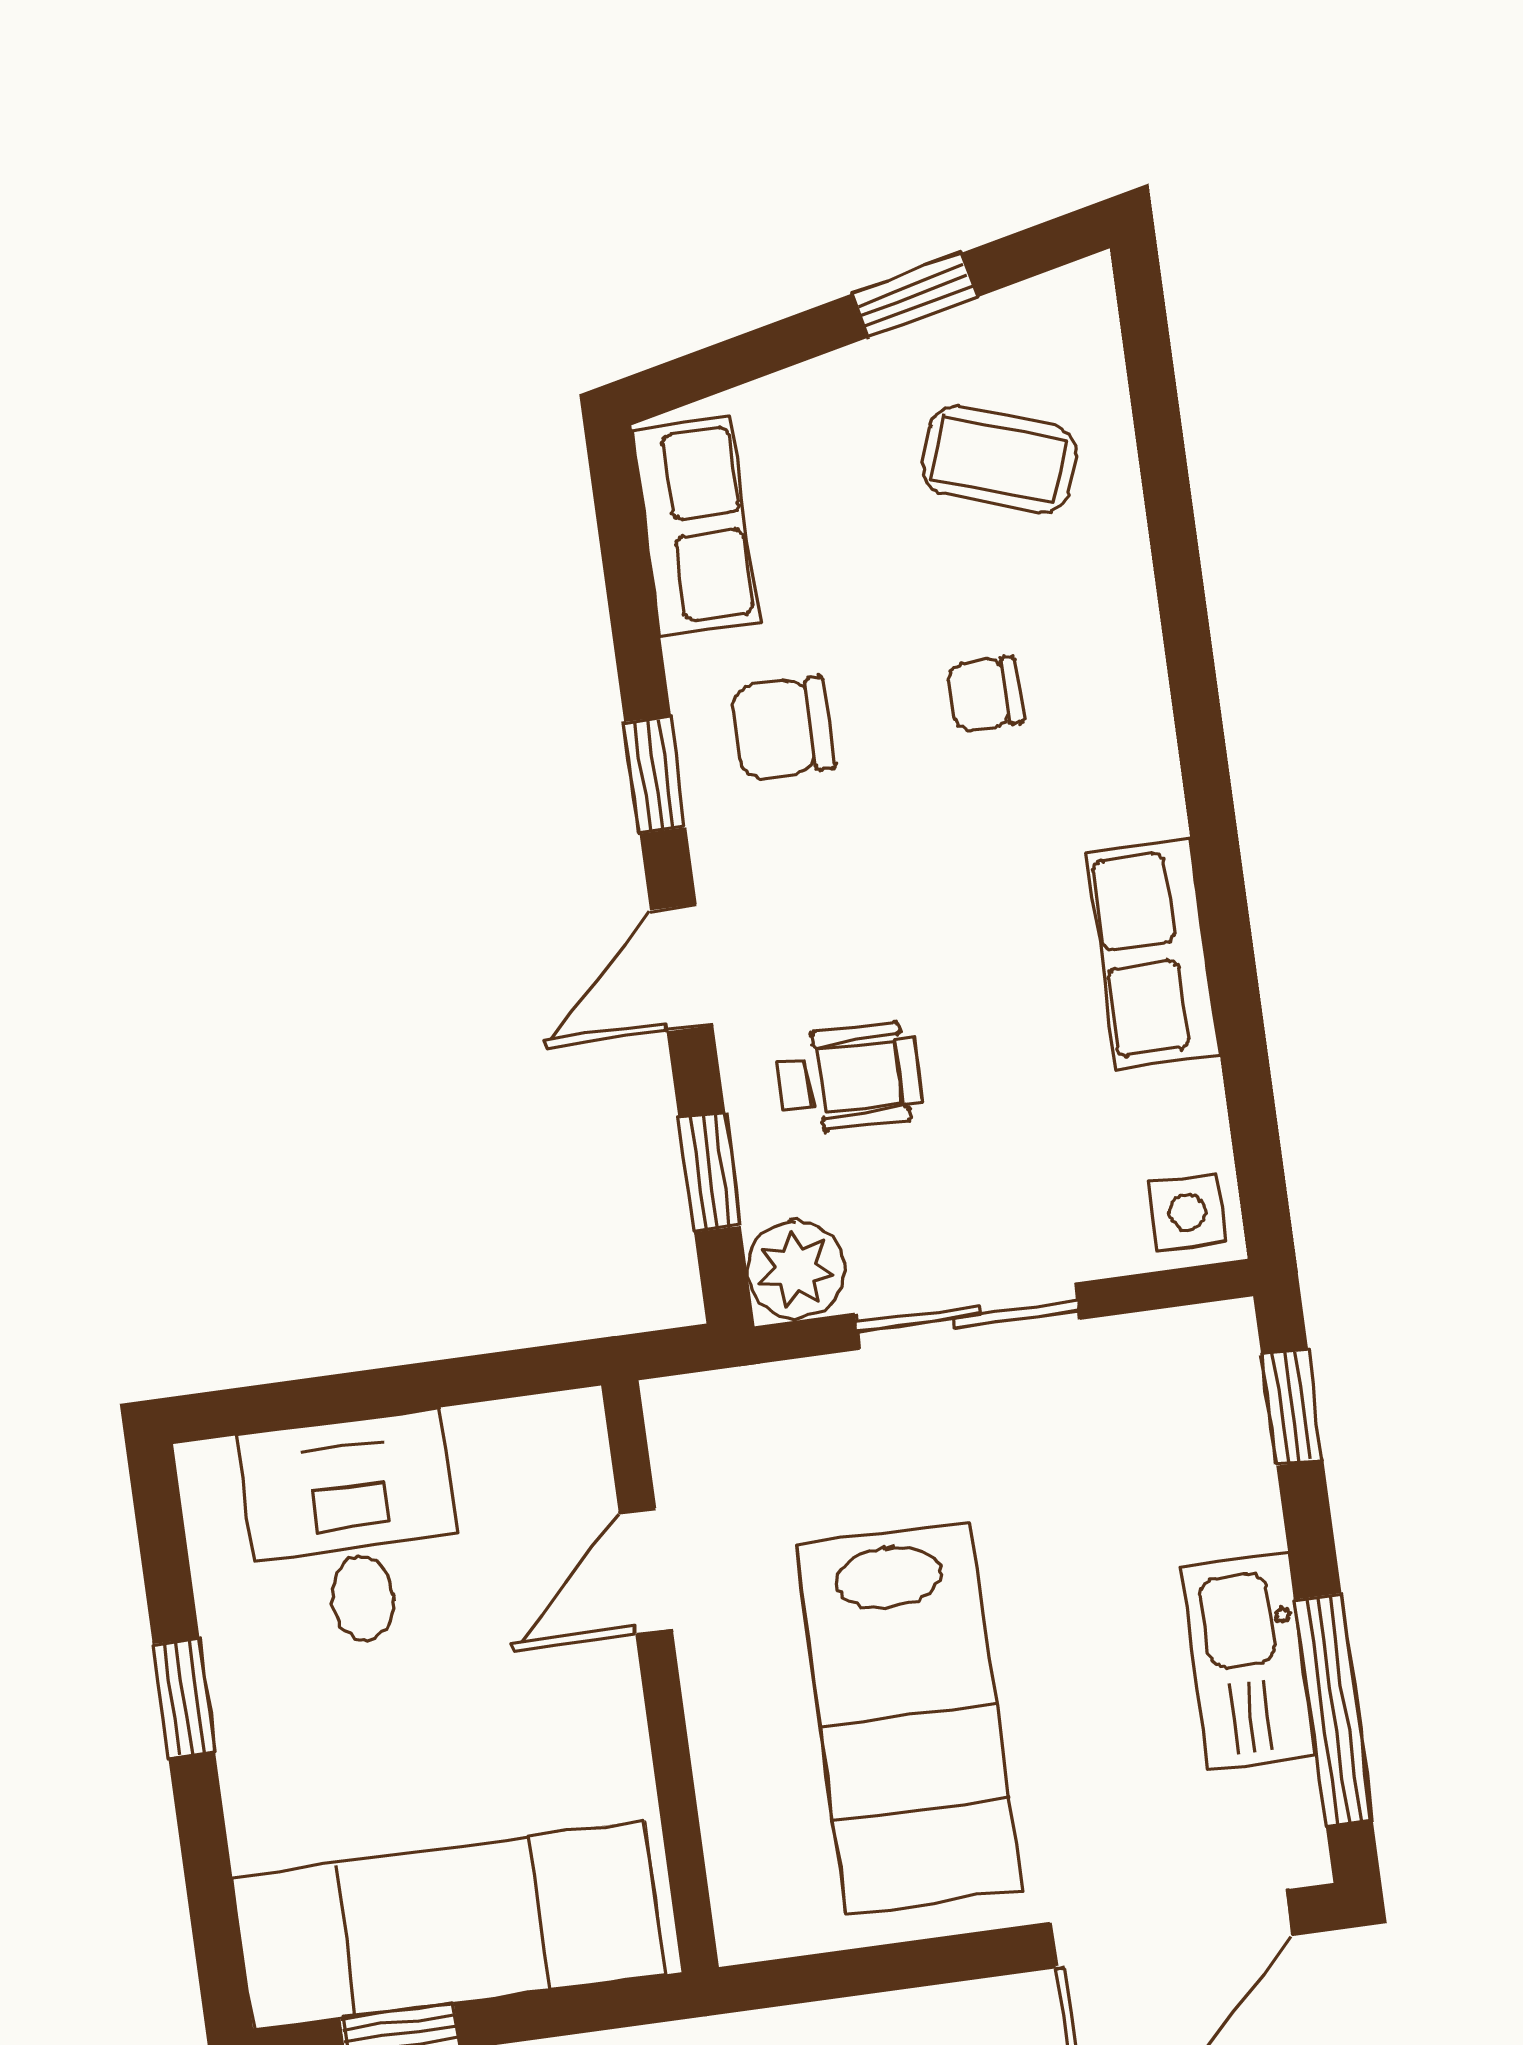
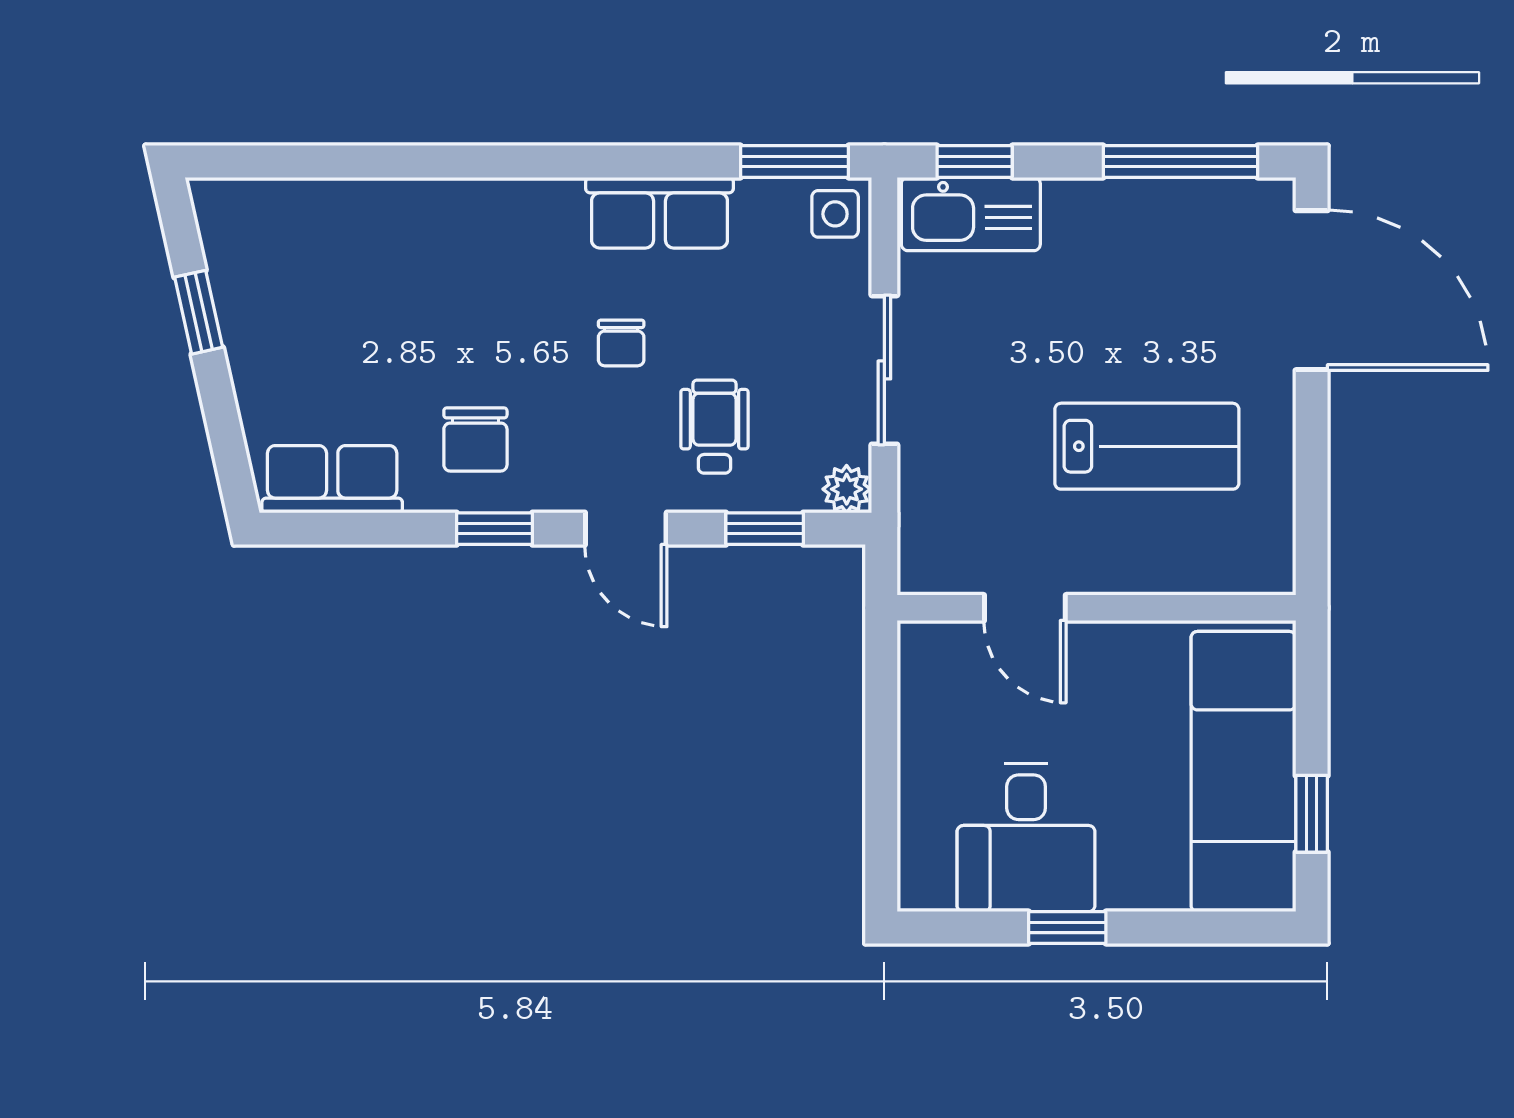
coffee table: (999, 460) -> (316, 271), removed
chair: (985, 694) -> (621, 343), moved
window: (1256, 1142) -> (794, 162), added
plant: (796, 1270) -> (847, 489), width x0.73, depth x0.73
desk: (354, 1531) -> (1026, 837), moved, turned -90
kitchen sink: (1248, 1661) -> (971, 214), moved
lab bench: (908, 1718) -> (1147, 446), width x0.73, depth x0.72

